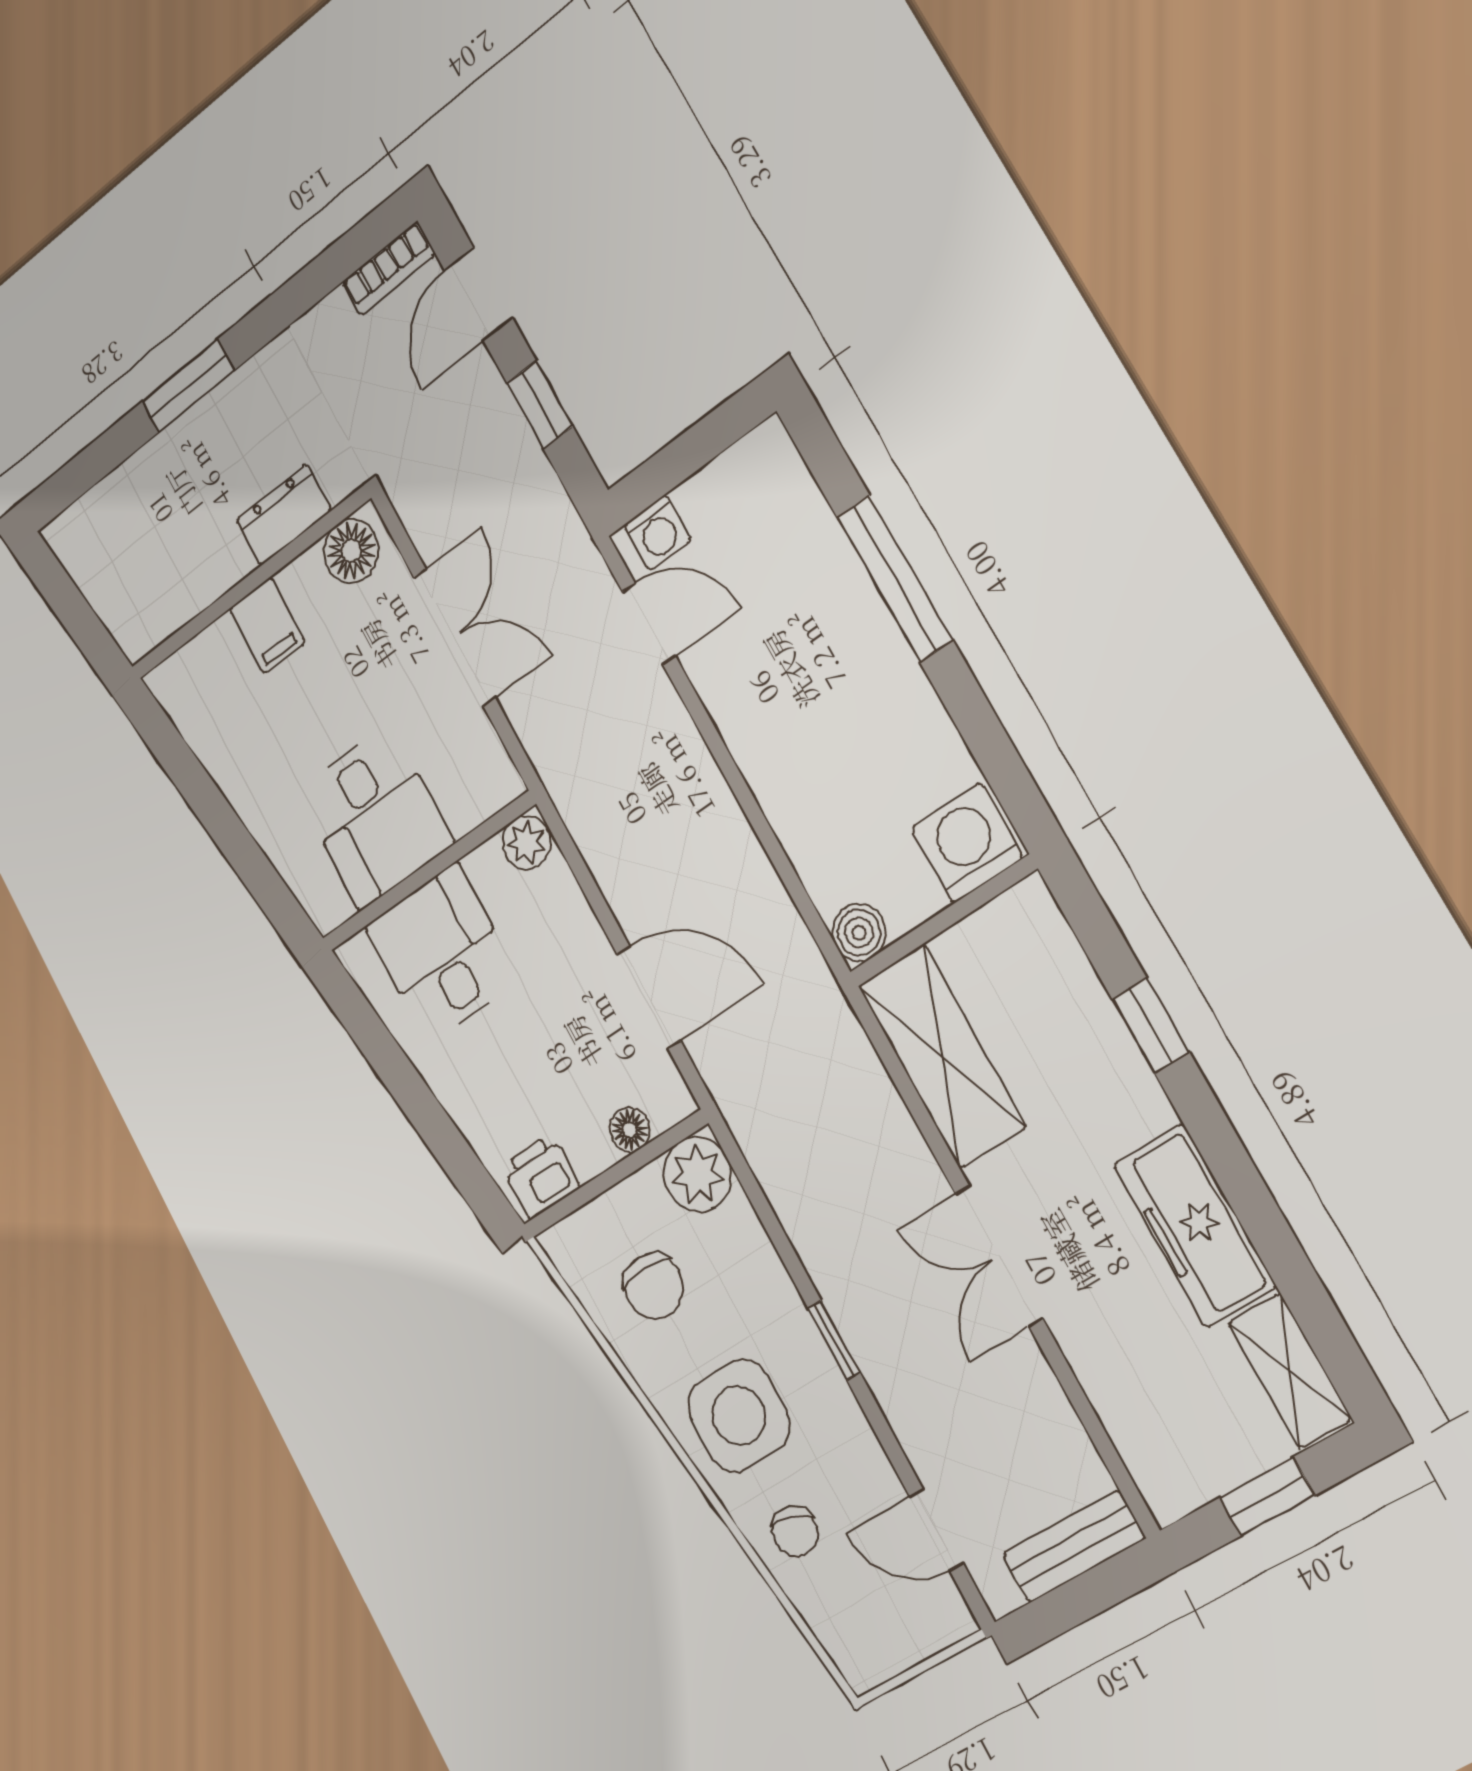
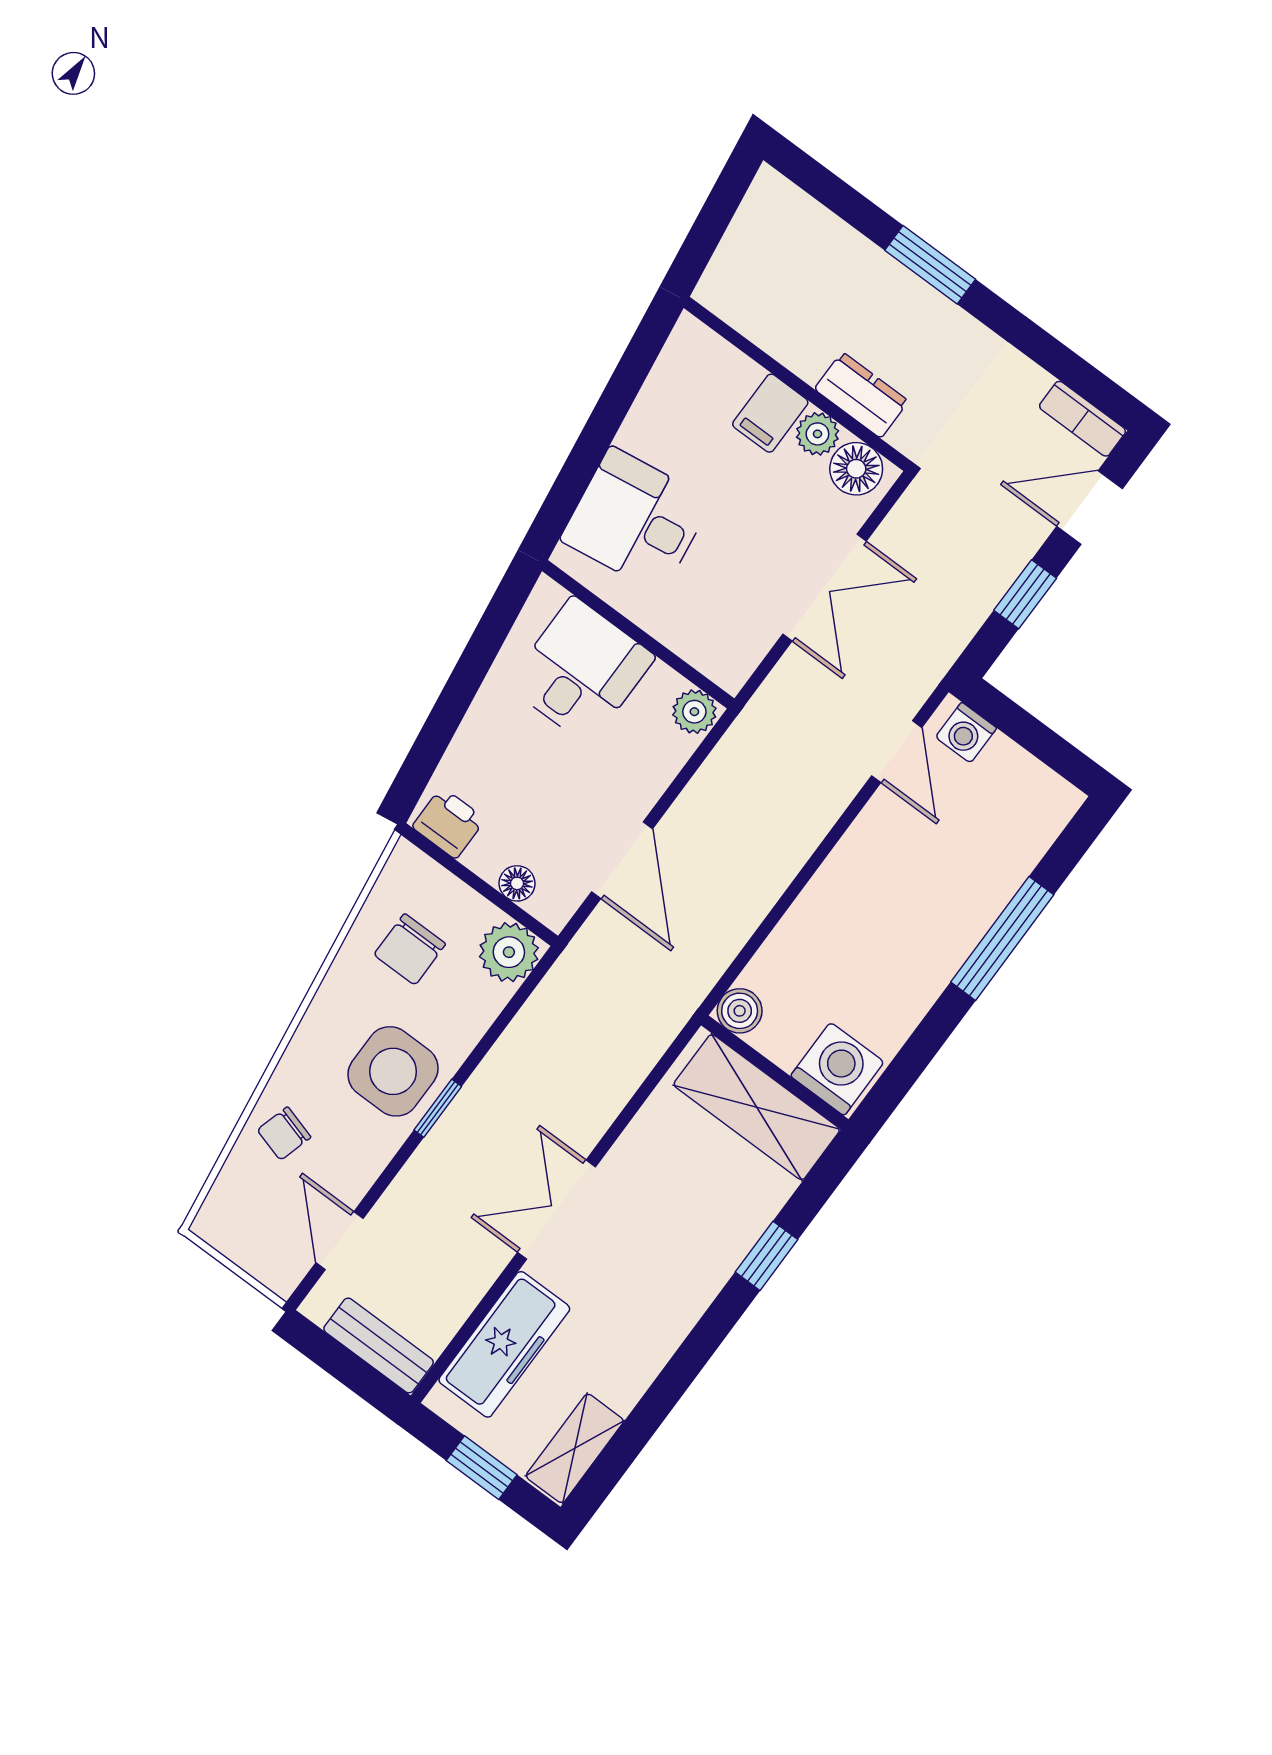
plant: (304, 581) -> (817, 434), added
desk: (375, 817) -> (636, 520), moved, turned 82
shelving: (942, 1056) -> (757, 1107), moved, turned 90
freezer: (1194, 1225) -> (504, 1344), moved, turned 180
side table: (739, 1416) -> (393, 1071), moved

